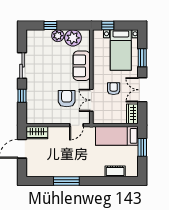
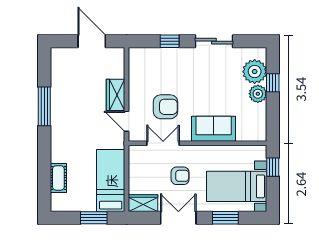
plant: (73, 38) -> (255, 72), moved
wardrobe: (37, 133) -> (115, 95), moved

